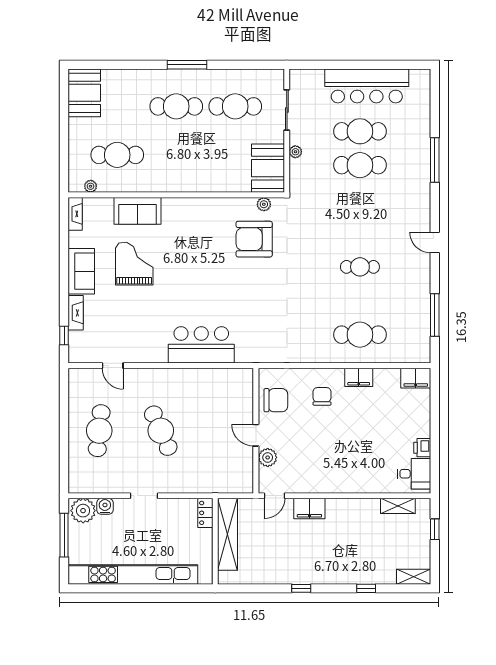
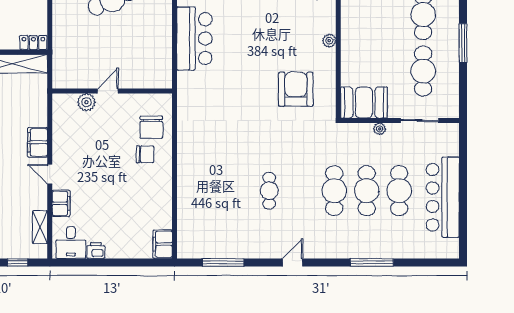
window: (187, 65) -> (463, 43), moved
plant: (264, 204) -> (329, 41), moved
cafe table: (360, 335) -> (334, 191), moved
filing cabinet: (359, 377) -> (61, 203), moved, turned 180
chair: (276, 400) -> (151, 127), moved
door: (275, 496) -> (50, 174), moved

